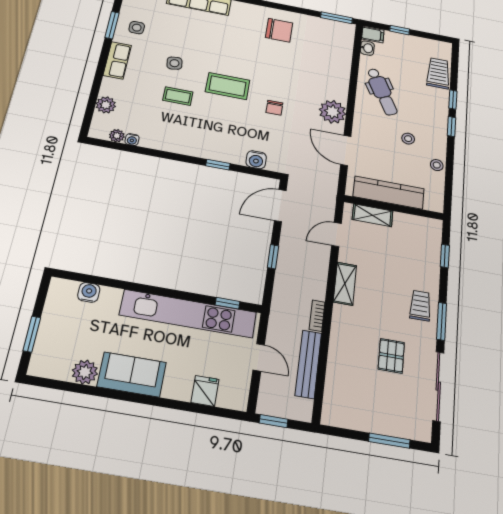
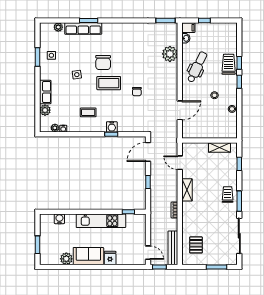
chair: (279, 30) -> (103, 62), moved, turned 90
row of seats: (117, 60) -> (45, 92), moved
trolley: (438, 73) -> (229, 64), moved
dental chair: (382, 92) -> (197, 67), turned -127
coffee table: (178, 96) -> (88, 112), moved
plant: (333, 112) -> (170, 54), moved
door: (346, 150) -> (180, 110), swing flipped
water cooler: (256, 160) -> (112, 127), moved
kitchen counter: (389, 193) -> (206, 132), removed
shelving: (373, 215) -> (219, 148), moved
door: (336, 234) -> (180, 163), hinge flipped
kitchen unit: (188, 314) -> (101, 221), width x0.73
pallet: (391, 356) -> (196, 245), moved
door: (259, 357) -> (148, 253), moved
bench: (308, 364) -> (173, 248), moved
fridge: (205, 391) -> (110, 258), moved

